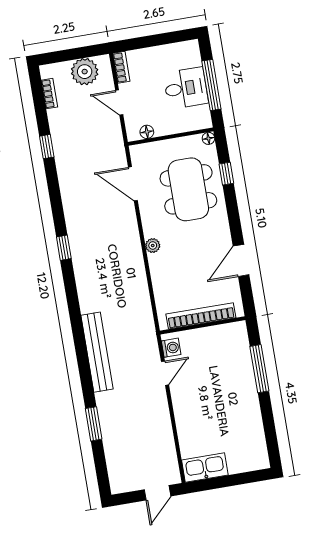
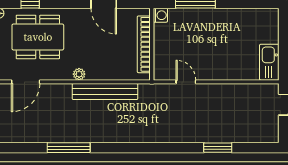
window: (64, 248) -> (69, 148), width x2.17
washing machine: (171, 348) -> (160, 15), moved, turned 90
bench: (97, 352) -> (105, 92), moved

